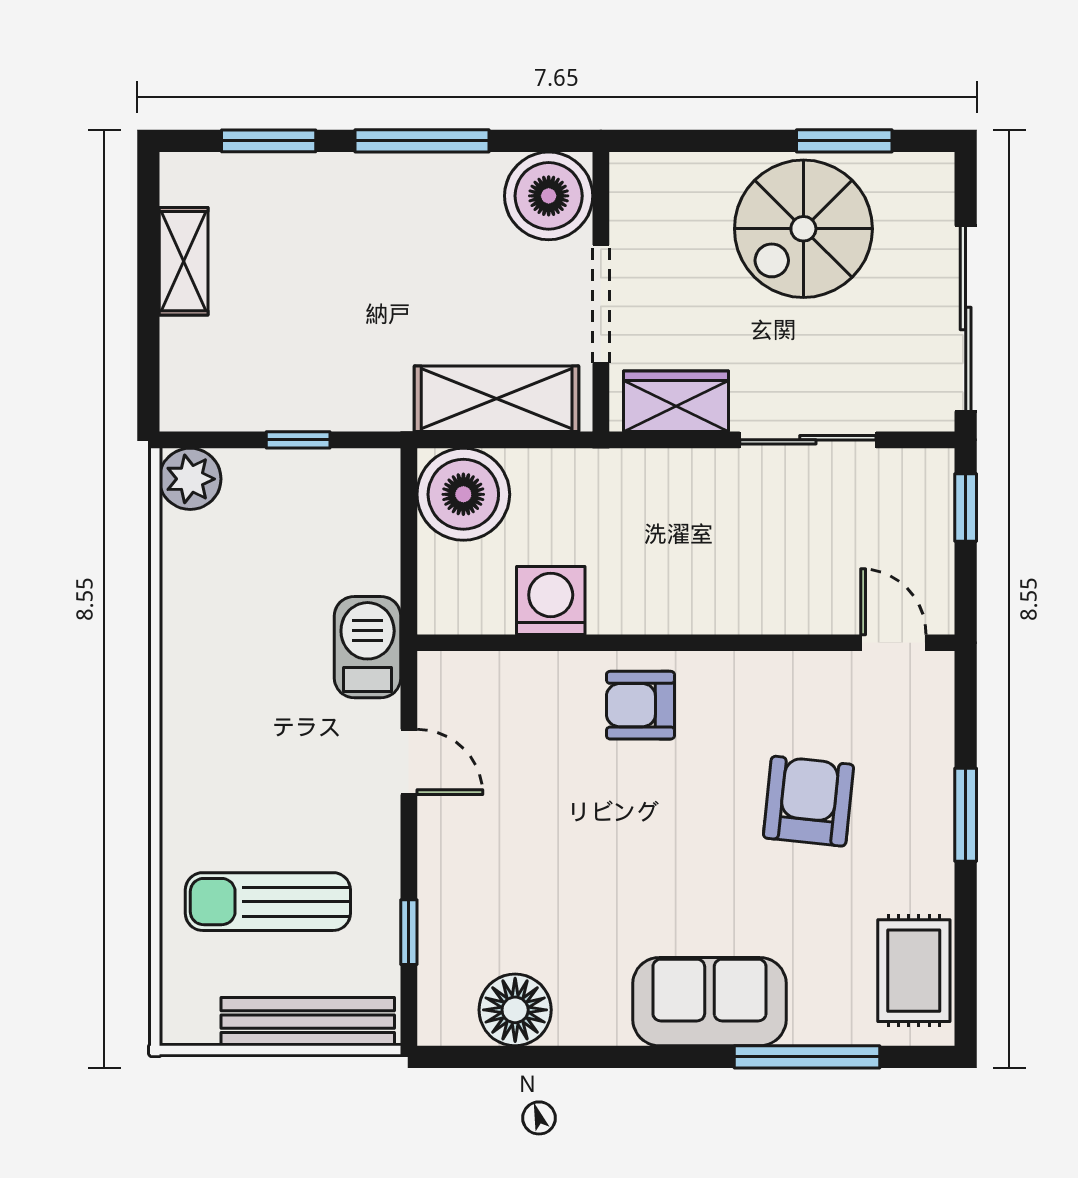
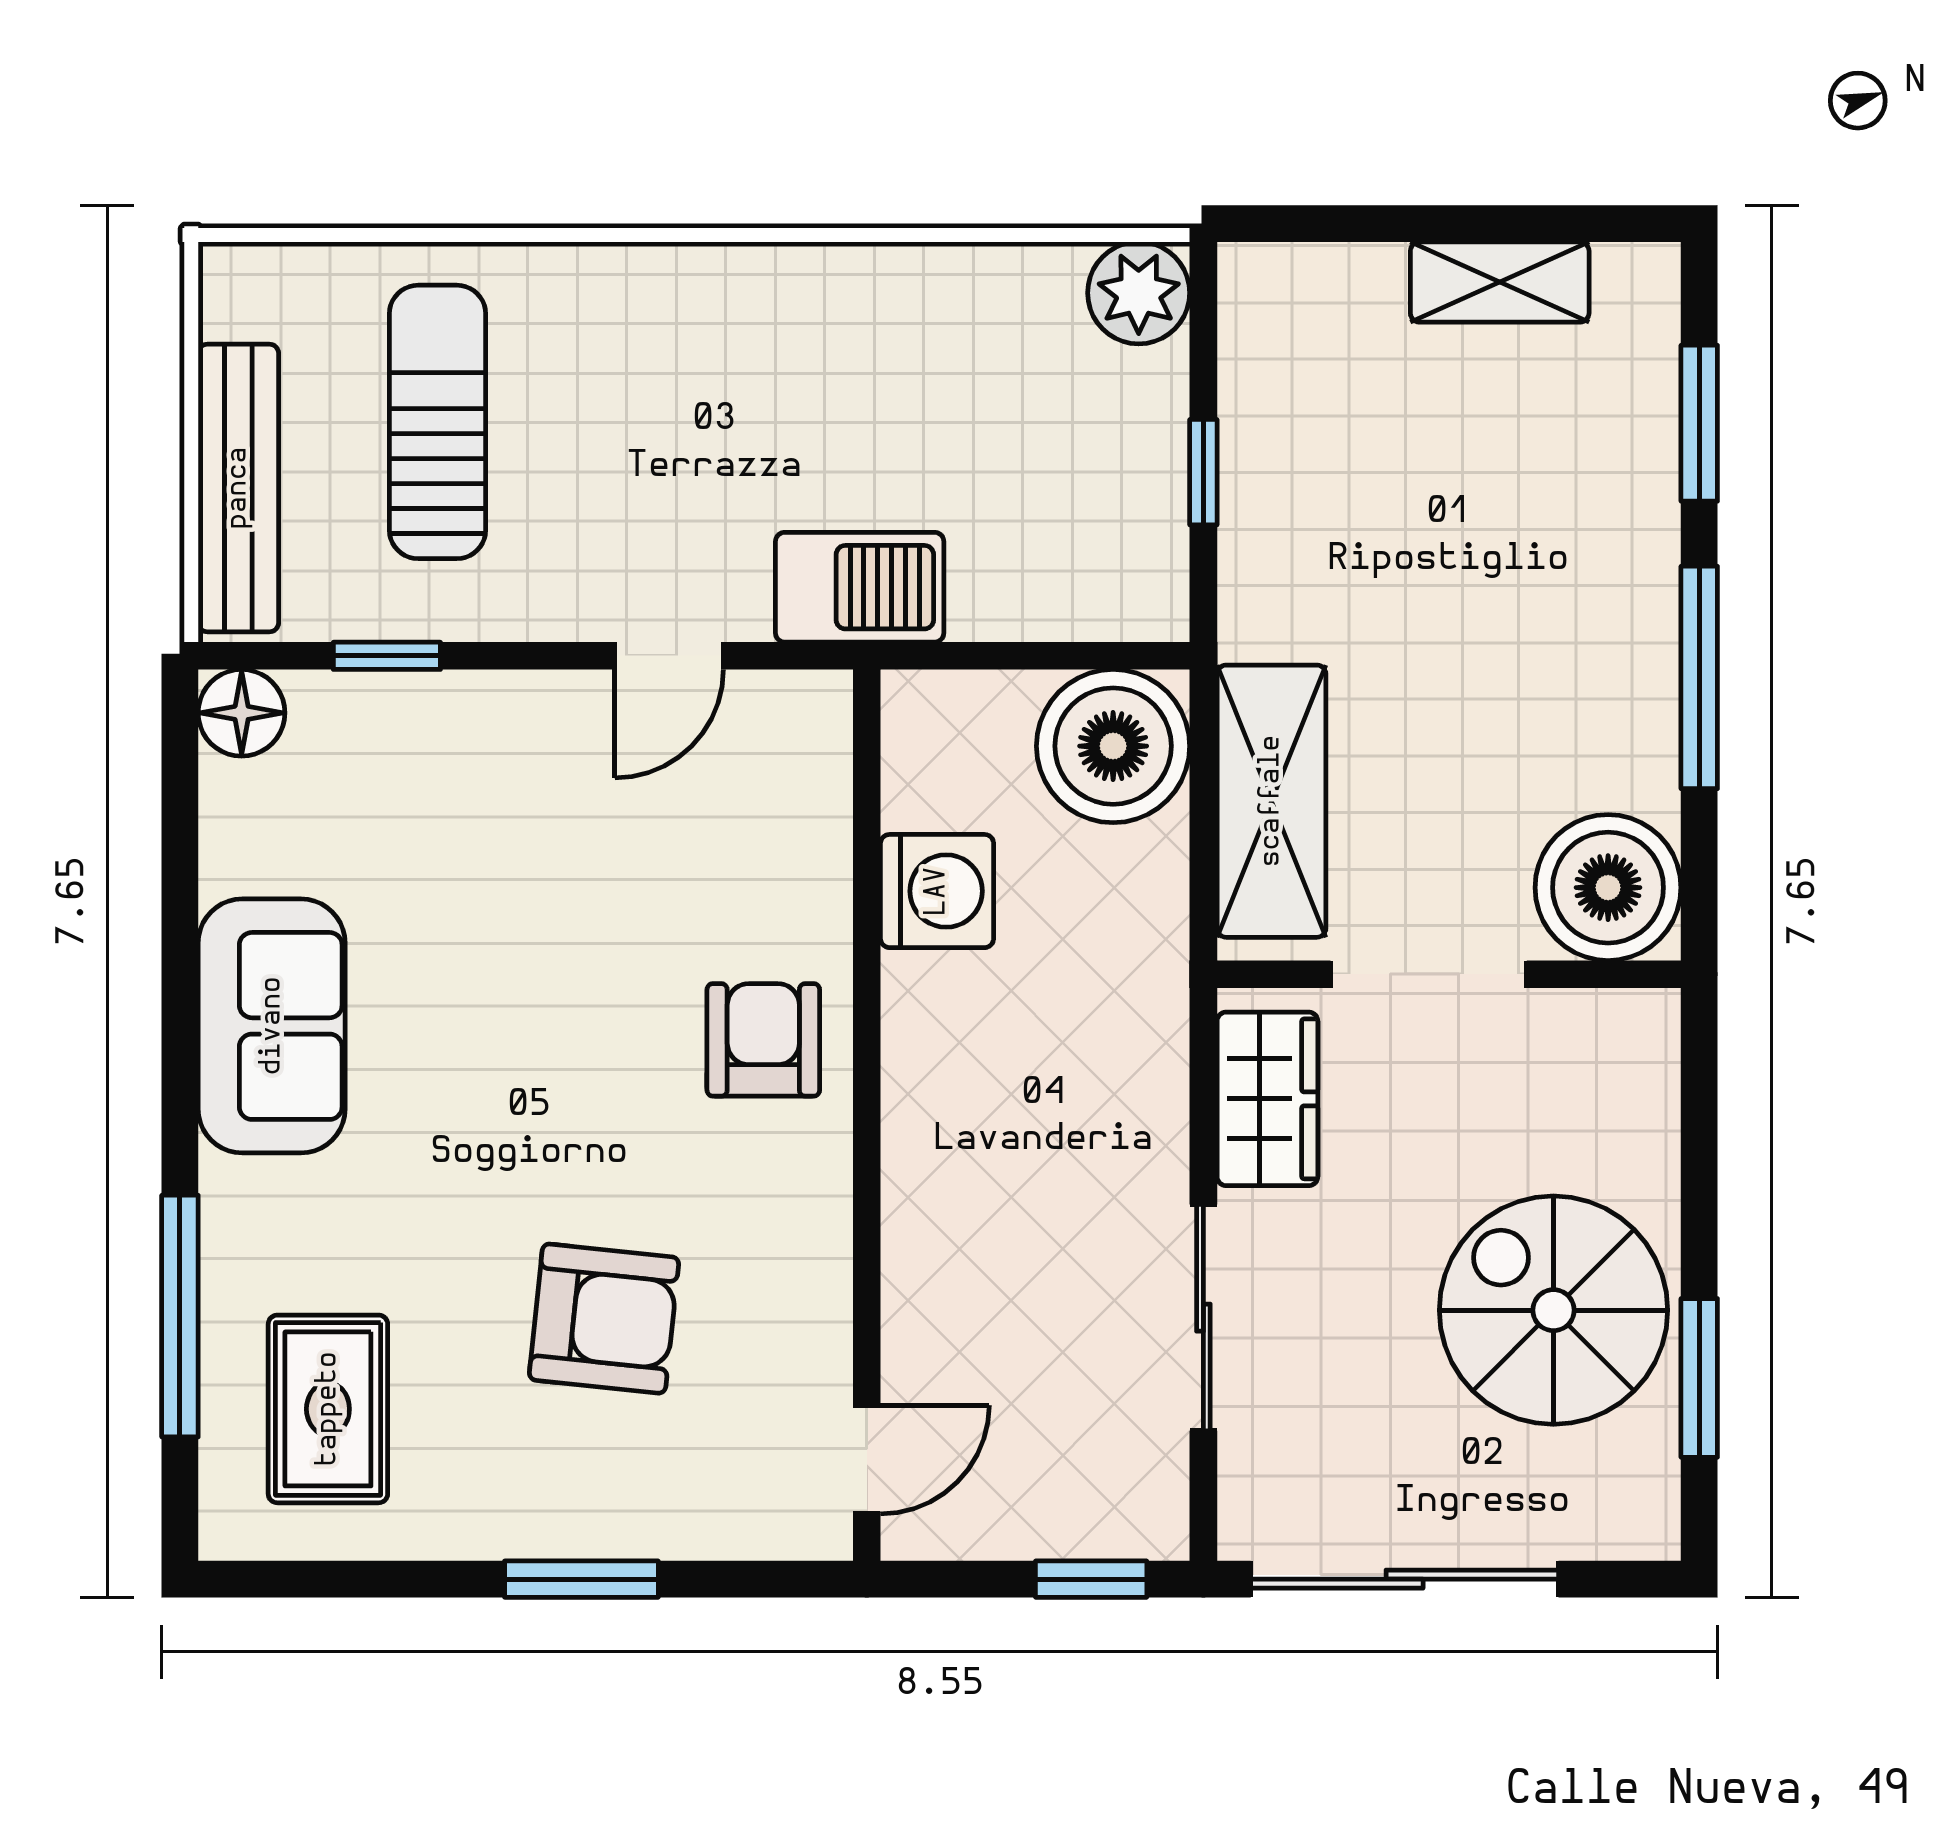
rug: (914, 971) -> (328, 1409), moved, turned 90
sofa: (709, 1002) -> (272, 1026), moved
floor lamp: (515, 1010) -> (242, 713), moved, width x0.73, depth x0.73

